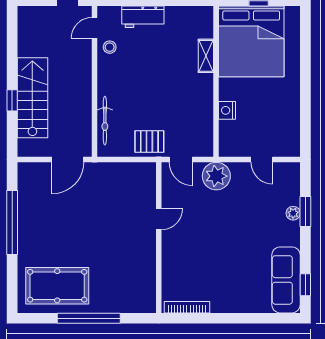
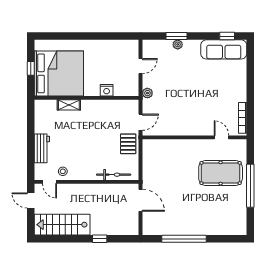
stairs: (32, 98) -> (62, 225), moved
plant: (216, 176) -> (147, 93), width x0.53, depth x0.53
door: (159, 219) -> (221, 137), moved
pool table: (57, 286) -> (221, 173), moved, turned 90

